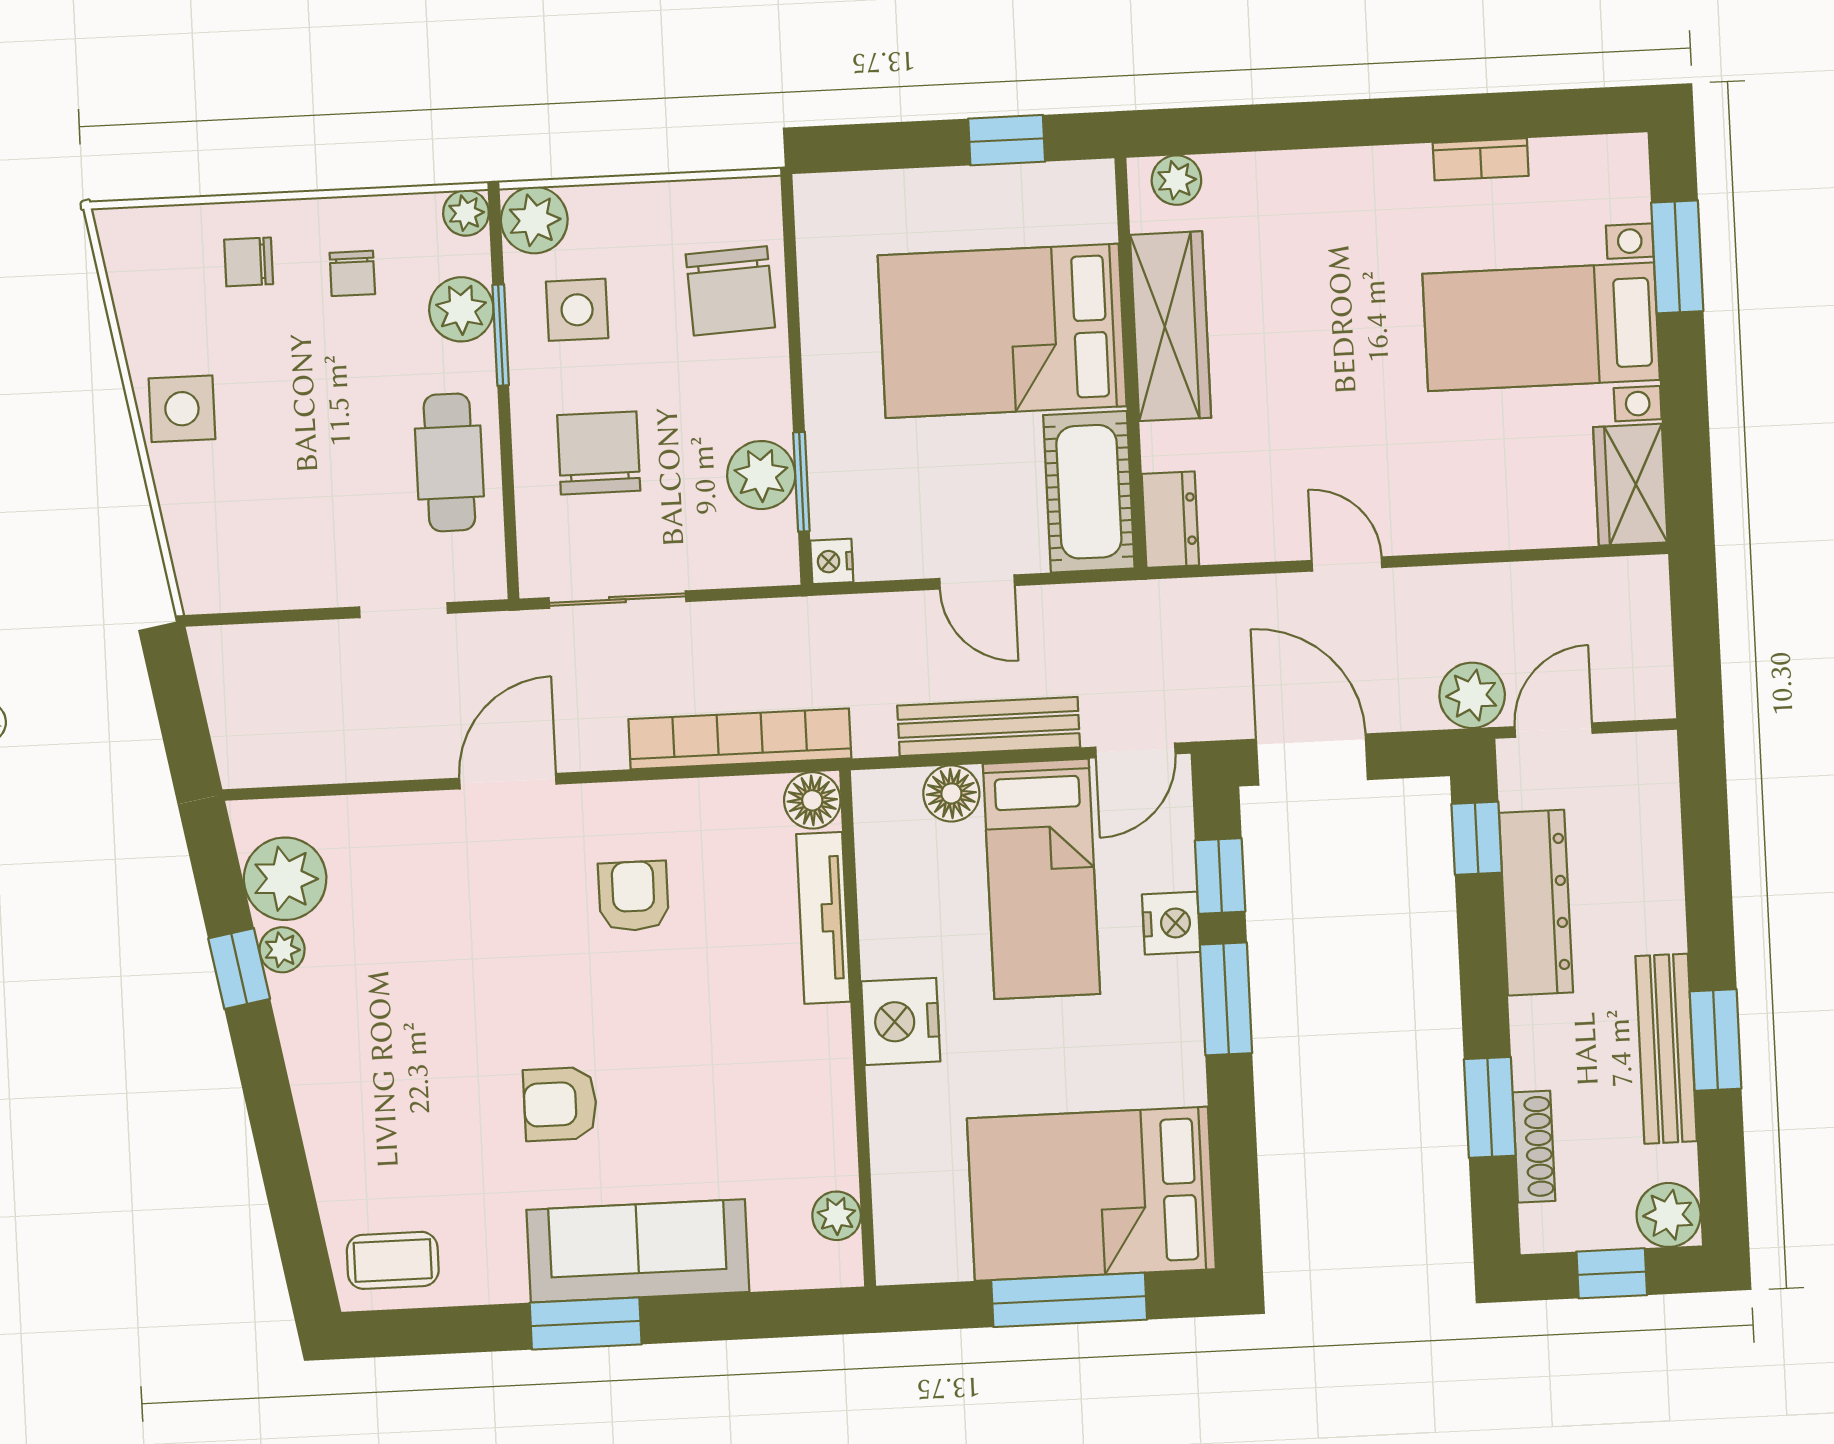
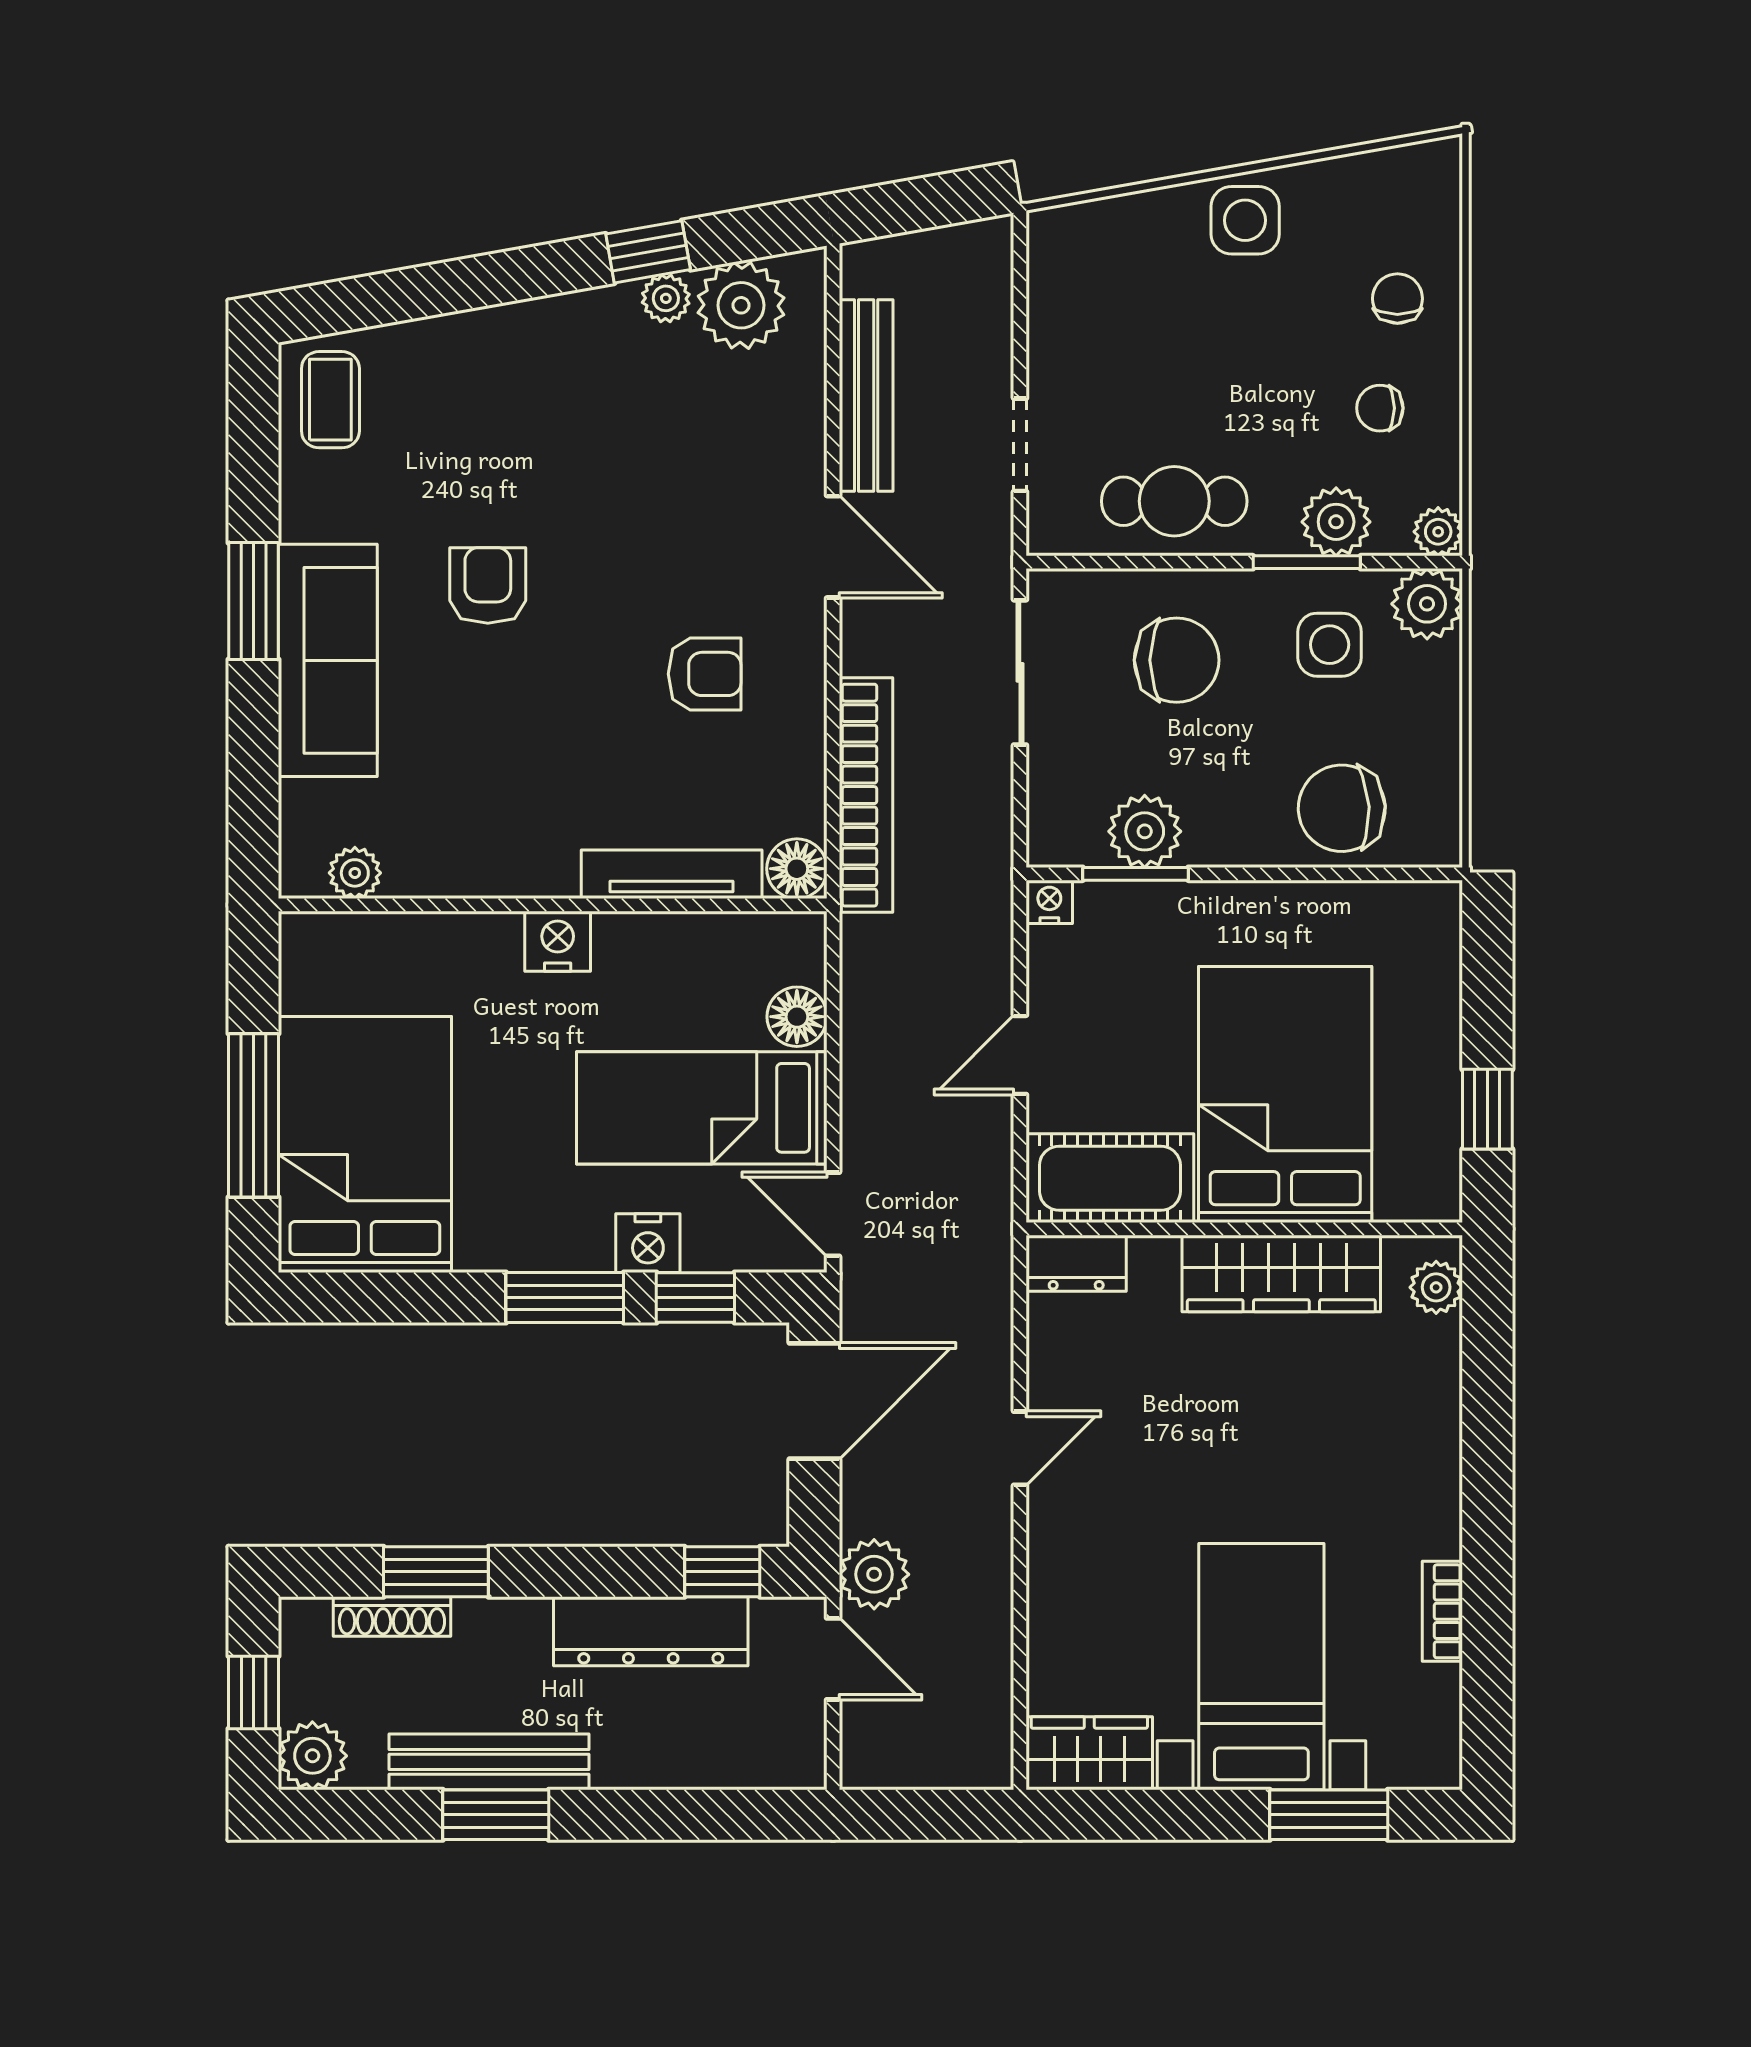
bench: (989, 726) -> (866, 396), moved
nightstand: (901, 1021) -> (558, 941), width x0.74, depth x0.75

